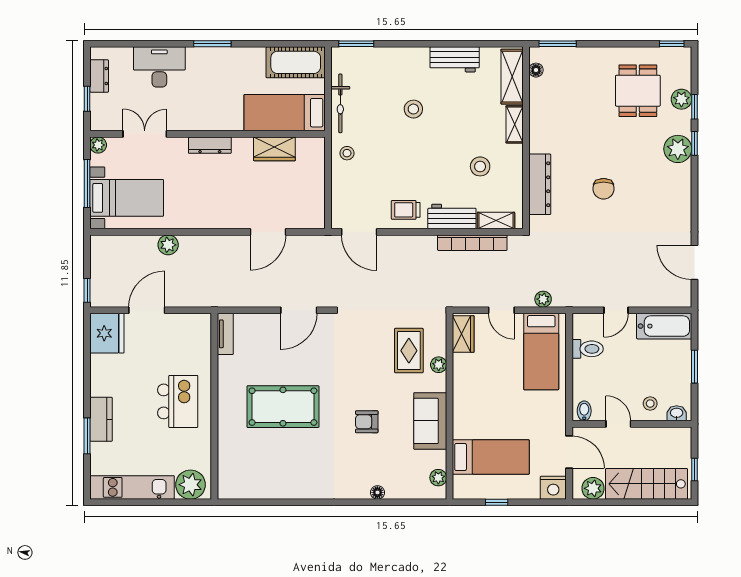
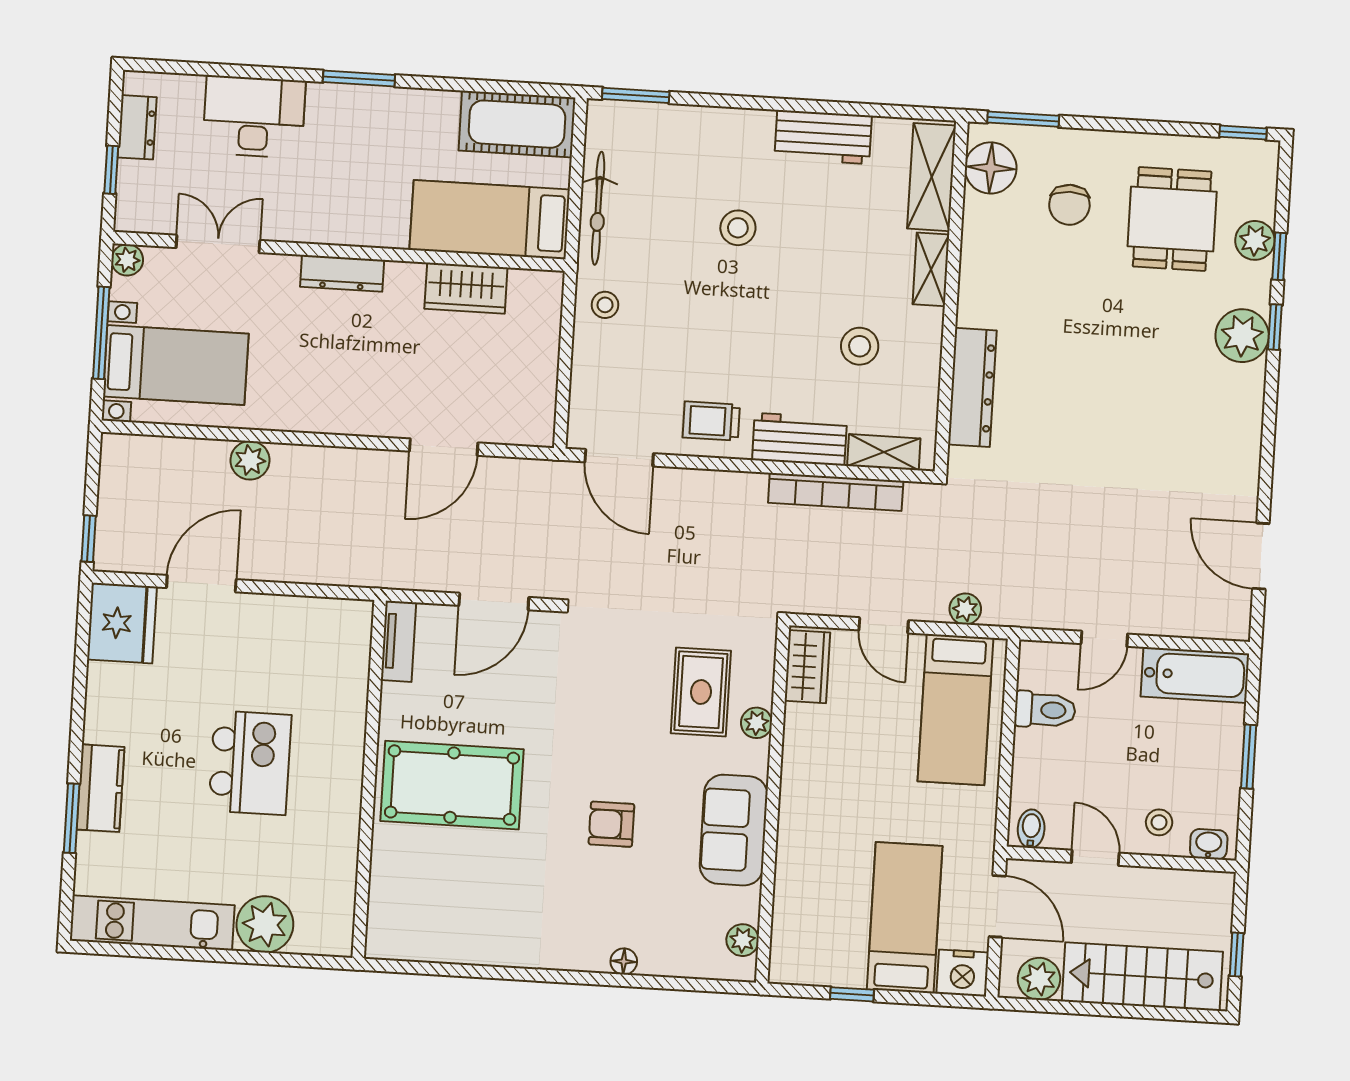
floor lamp: (536, 70) -> (991, 168), width x1.89, depth x1.89
chair: (604, 189) -> (1069, 205), moved
tv unit: (225, 334) -> (399, 641), moved
wall: (214, 406) -> (369, 779), moved
bed: (491, 457) -> (905, 918), moved, turned -90

